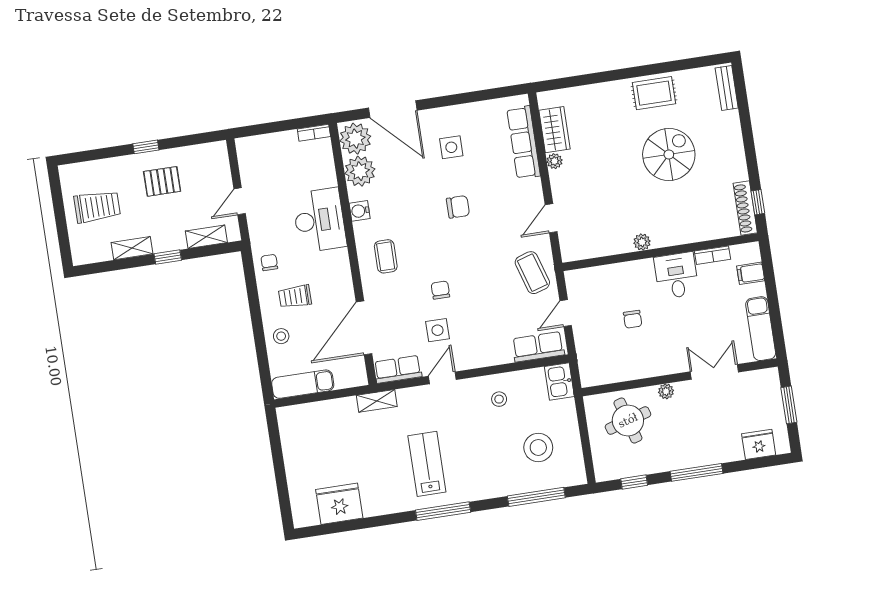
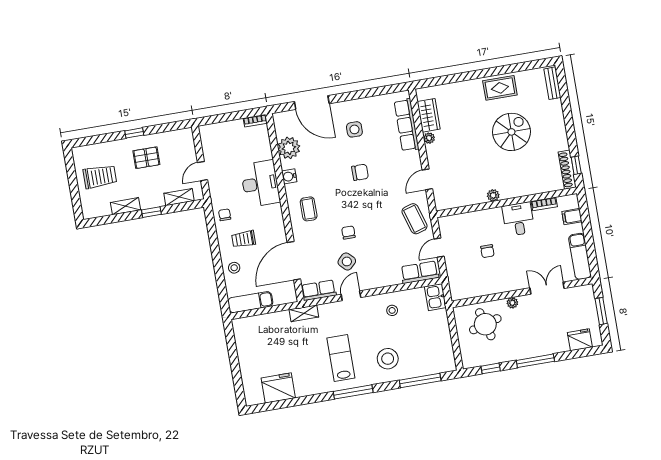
plant: (355, 139) -> (285, 124), removed
side table: (437, 330) -> (347, 261), turned 45
stool: (538, 447) -> (388, 359), moved

